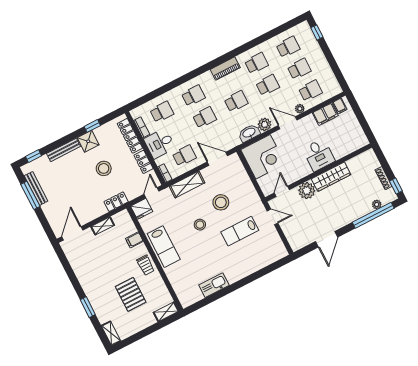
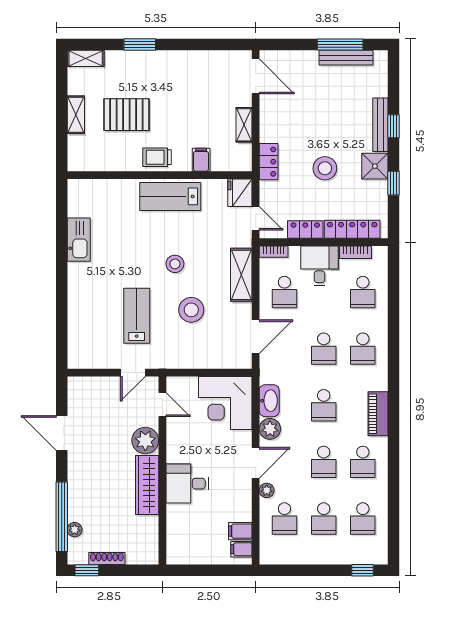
filing cabinet: (325, 114) -> (240, 531), width x0.50
window: (34, 156) -> (394, 126), moved
shelving: (166, 312) -> (76, 115), moved

